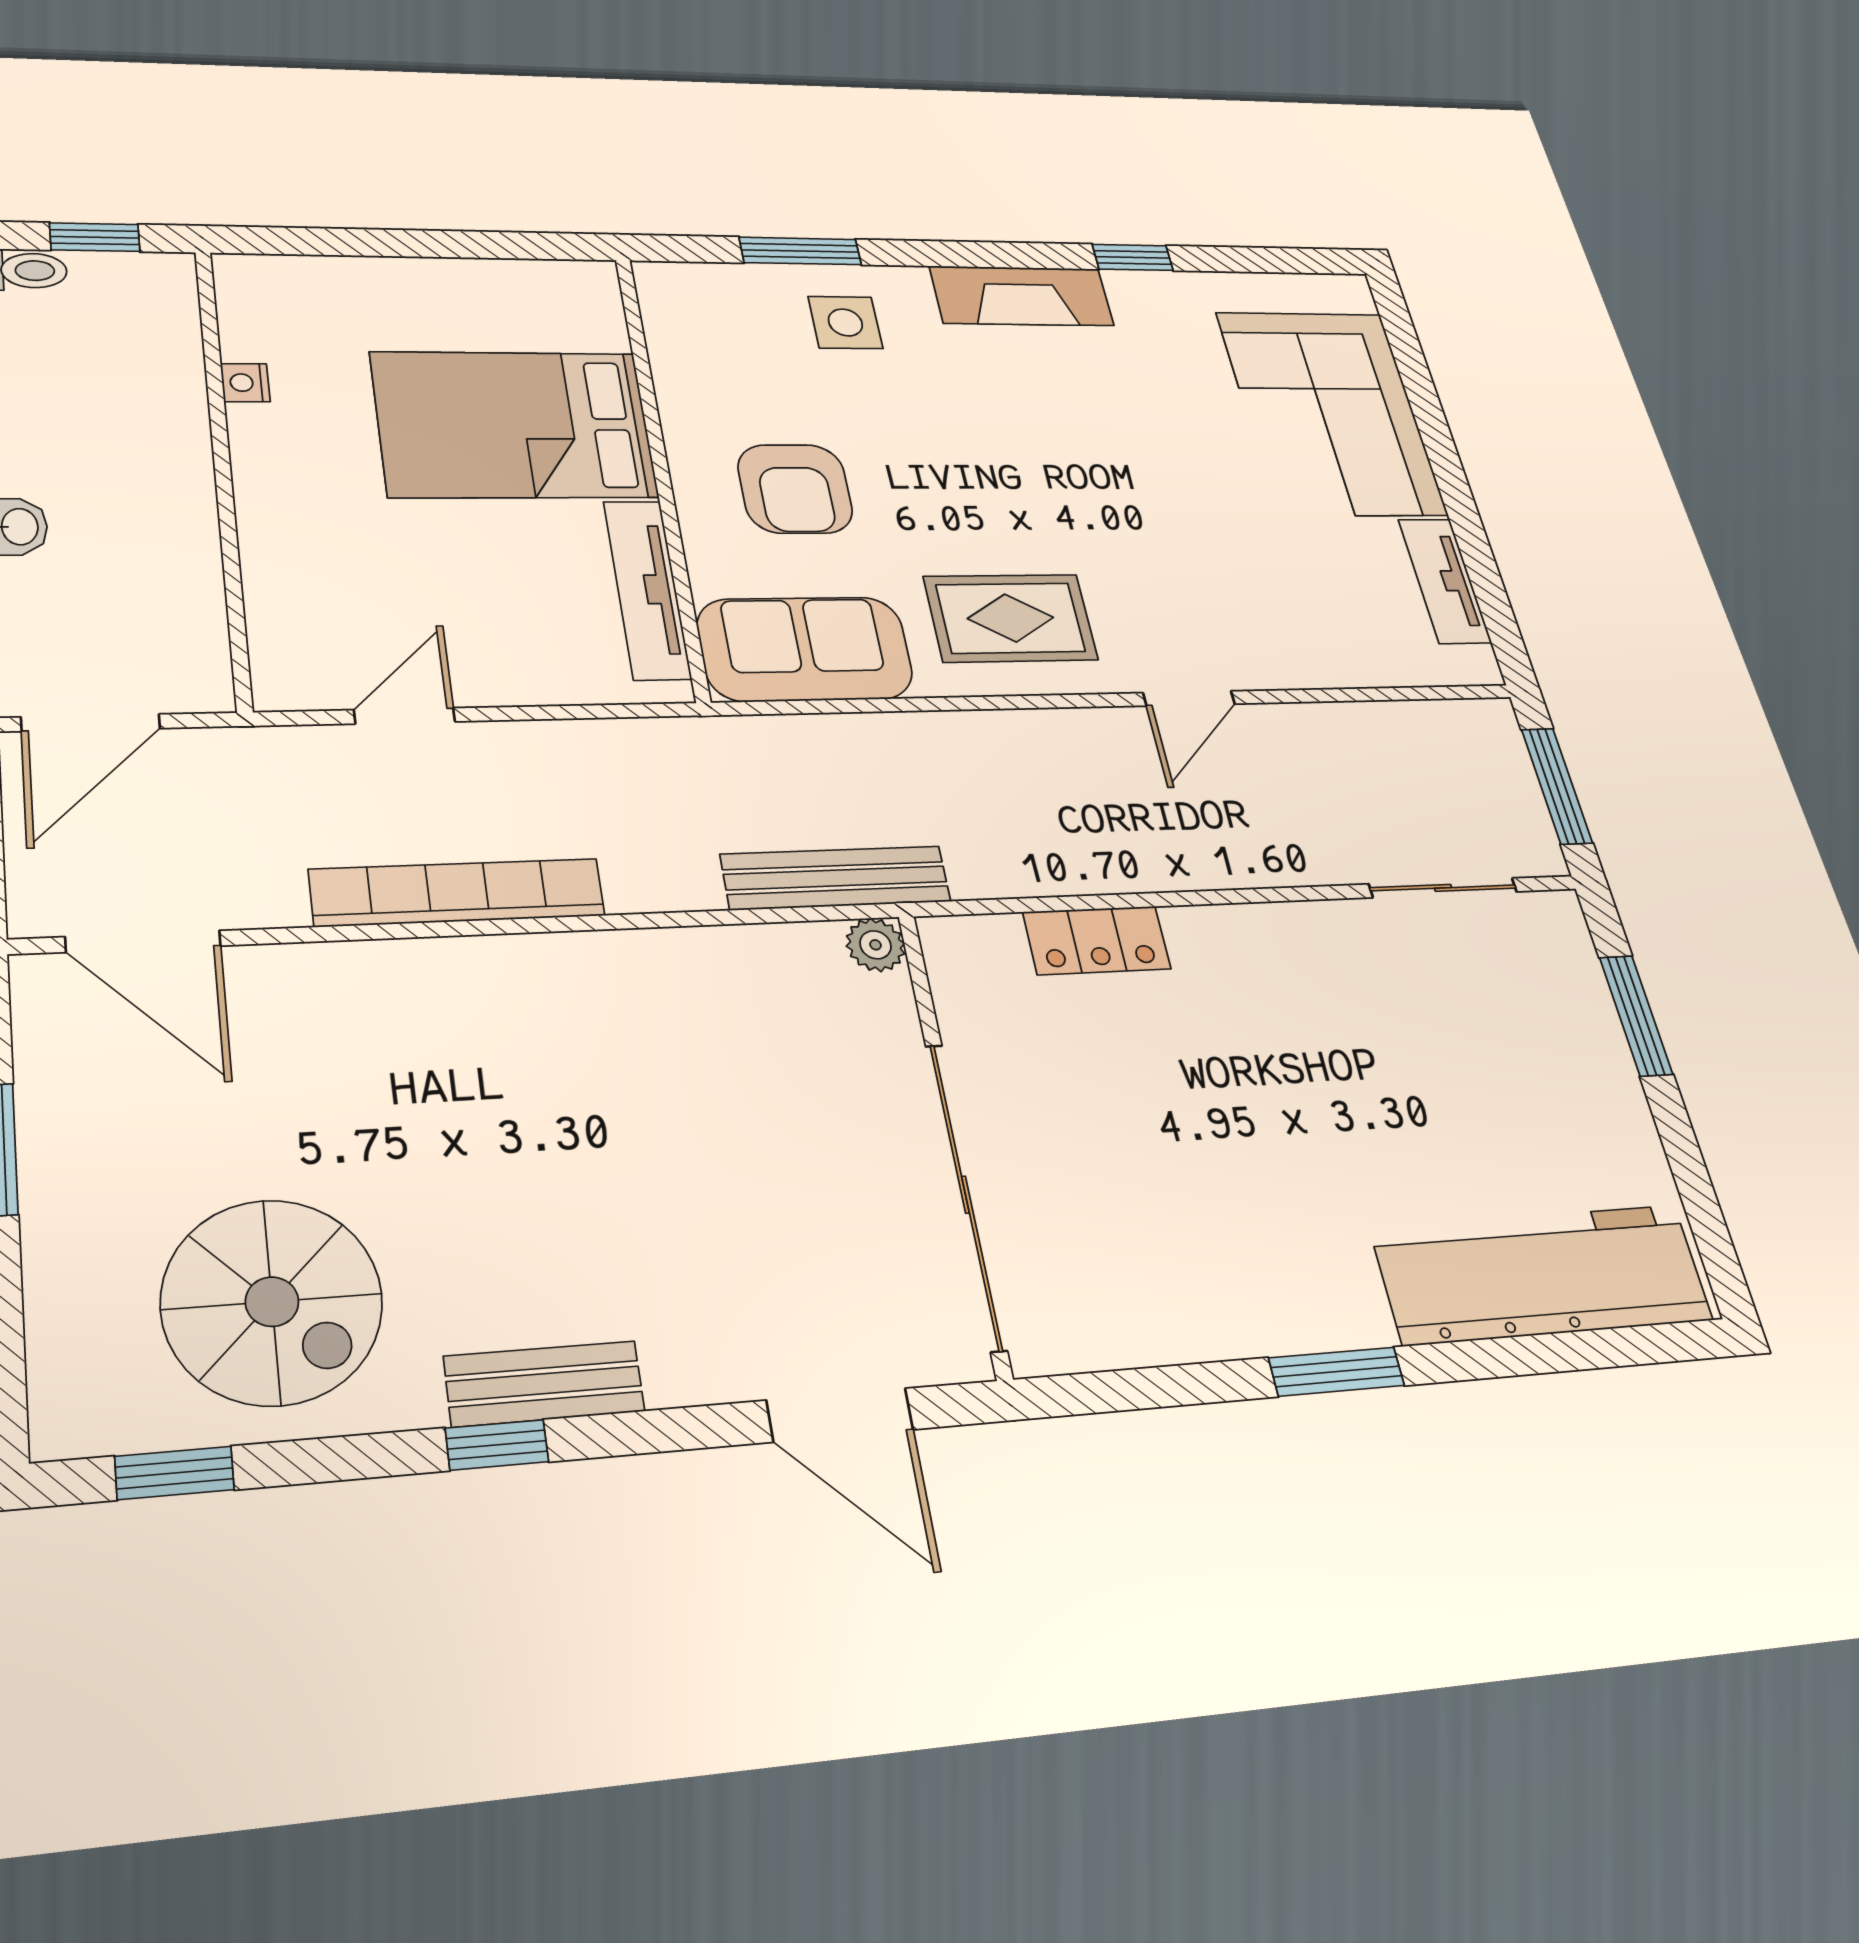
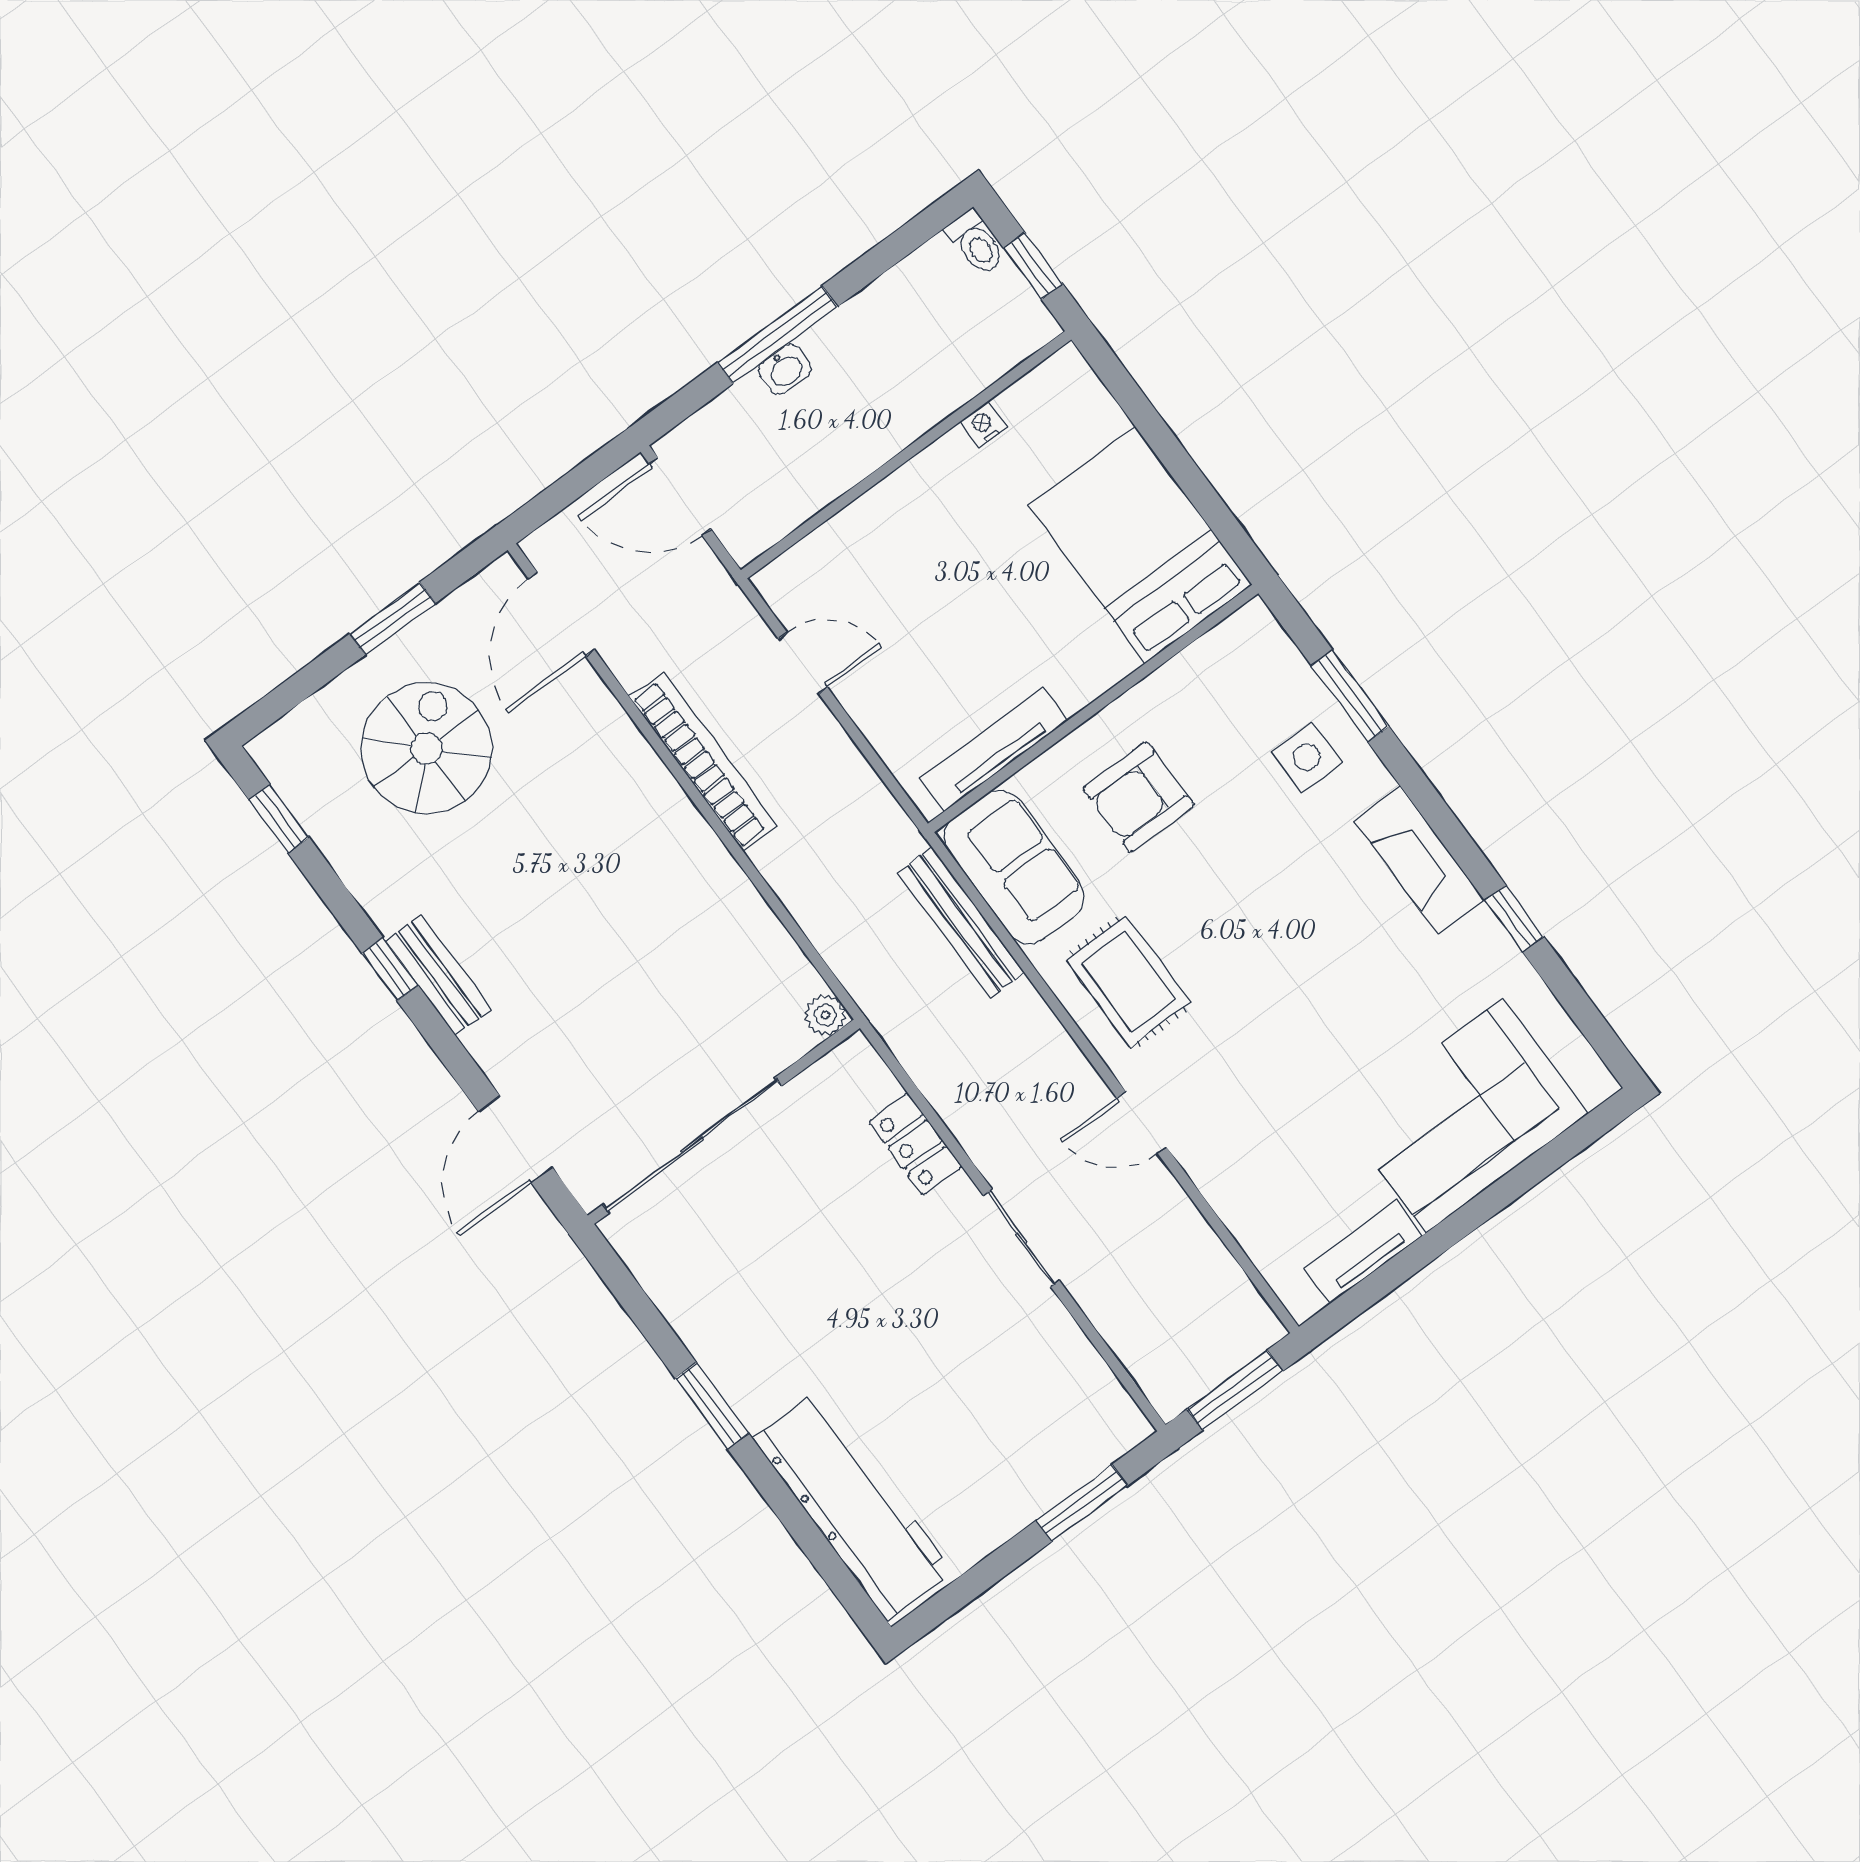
bed: (514, 424) -> (1140, 545), moved
bench: (836, 878) -> (961, 923), moved
sliding door: (1443, 888) -> (1021, 1238), moved
spiral stairs: (272, 1302) -> (426, 748), moved, turned 180

